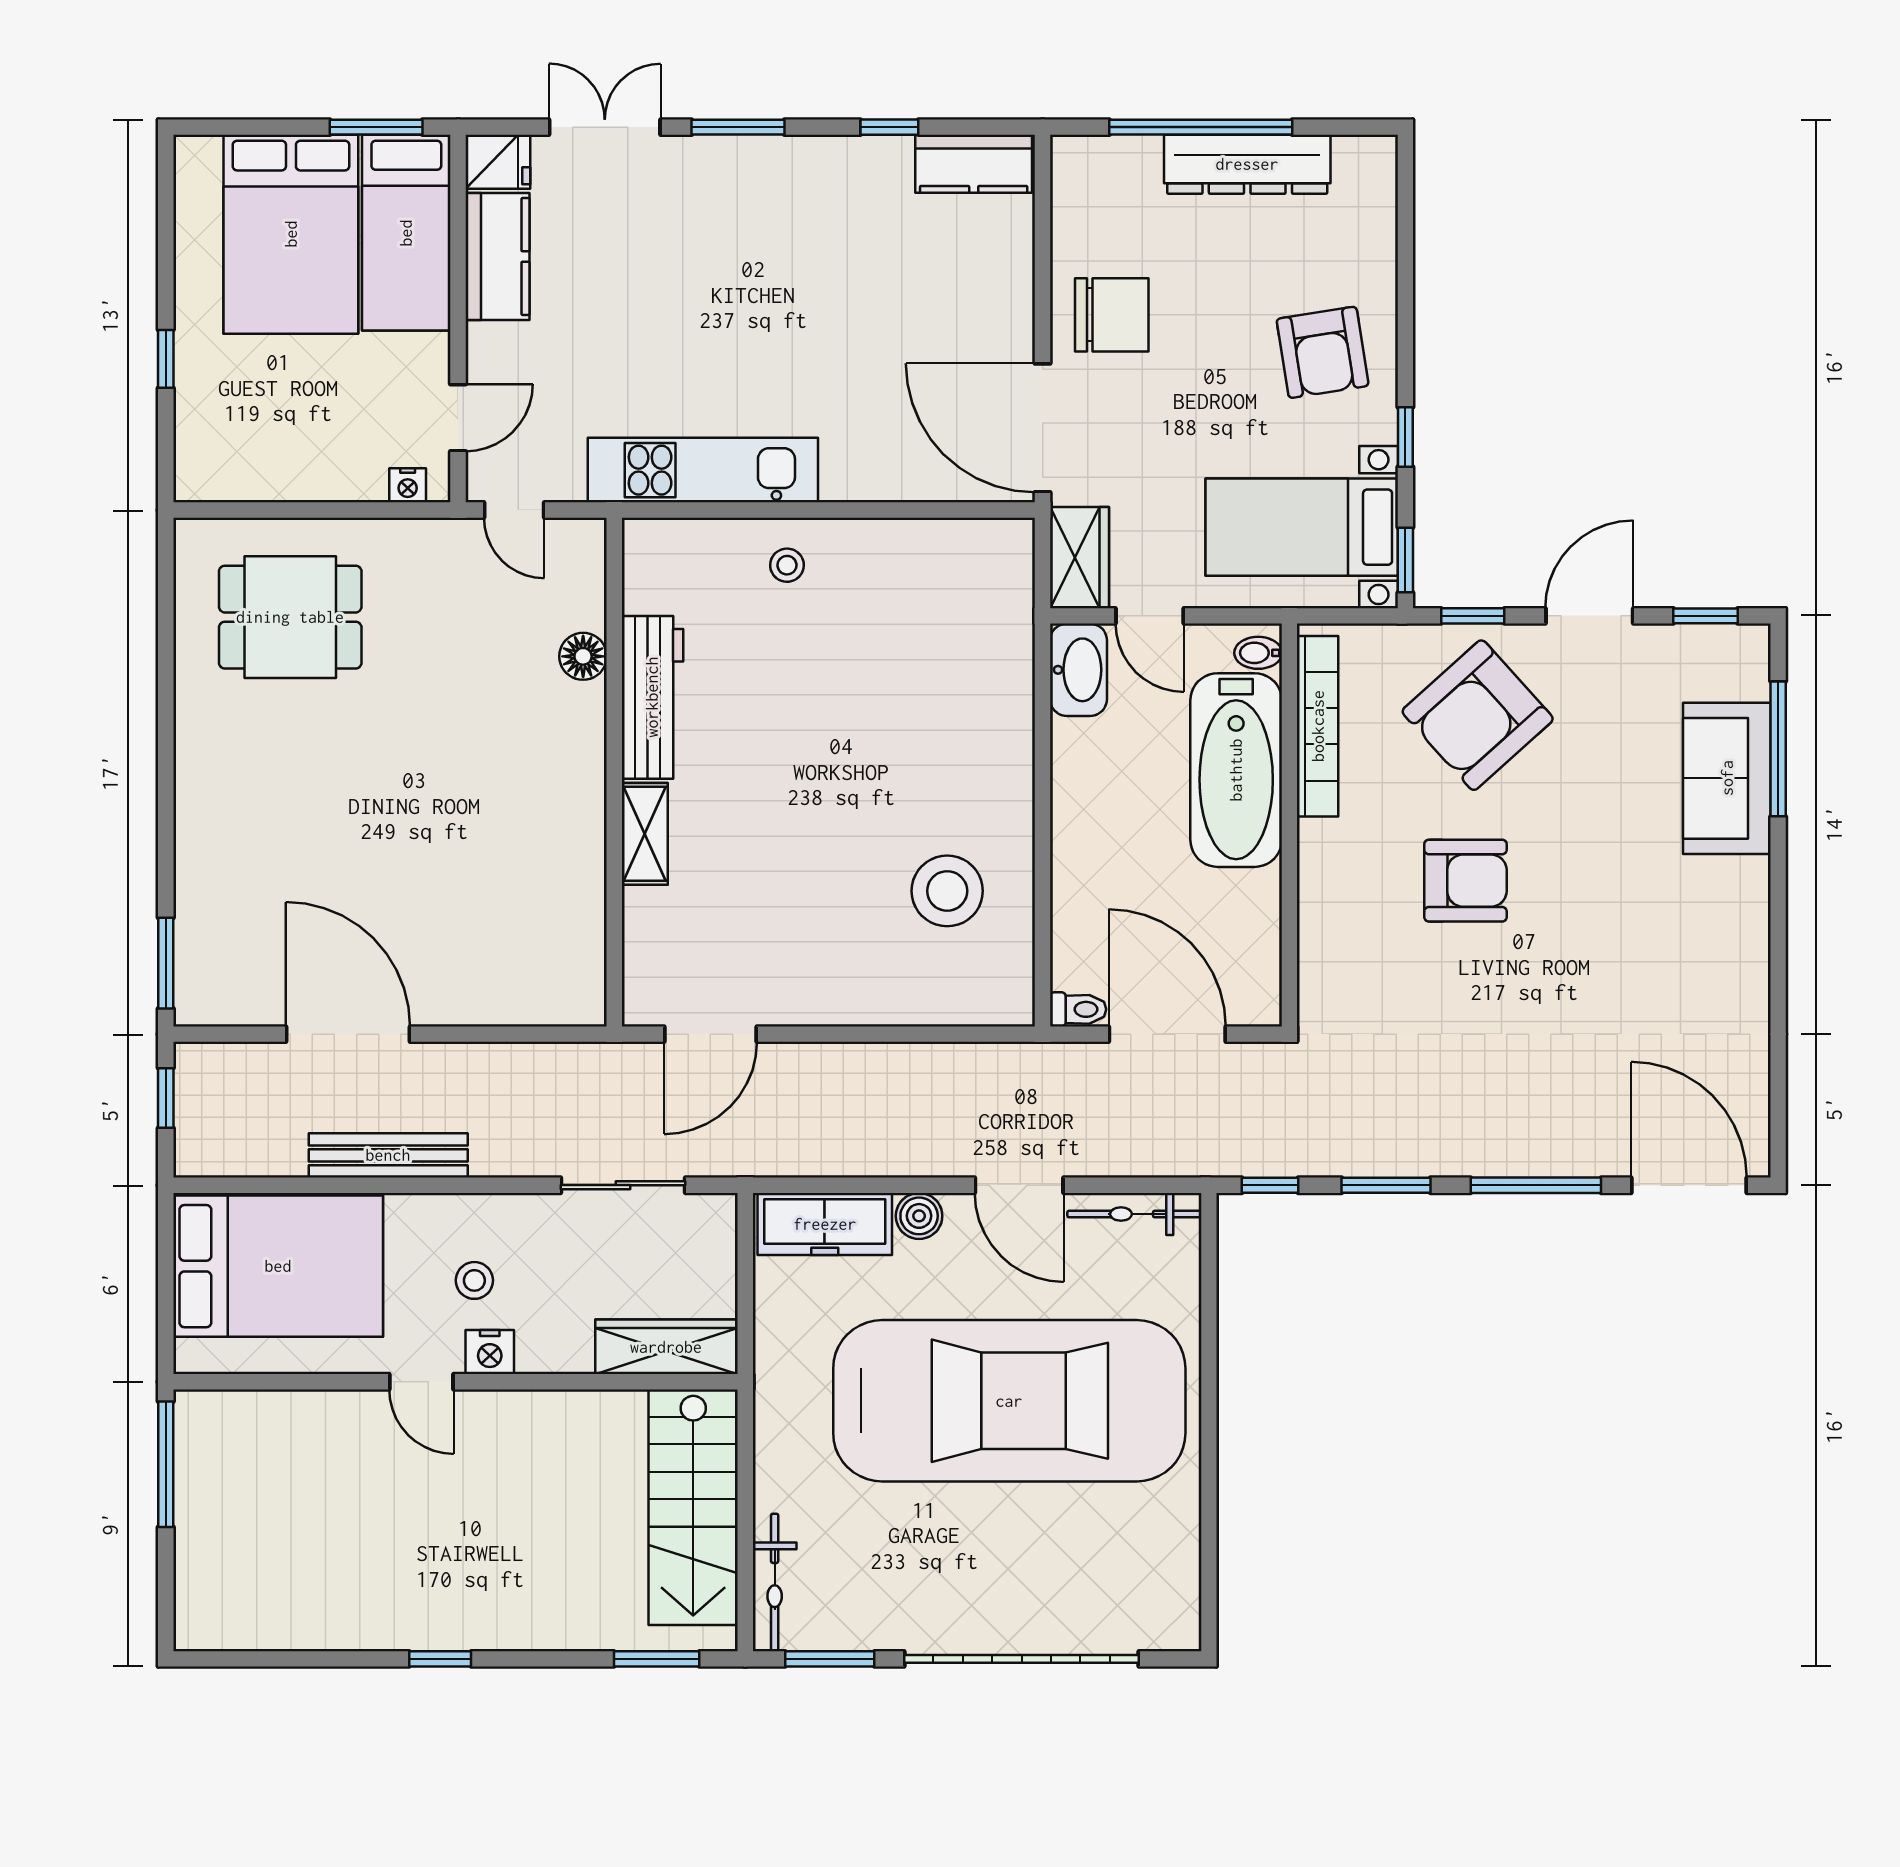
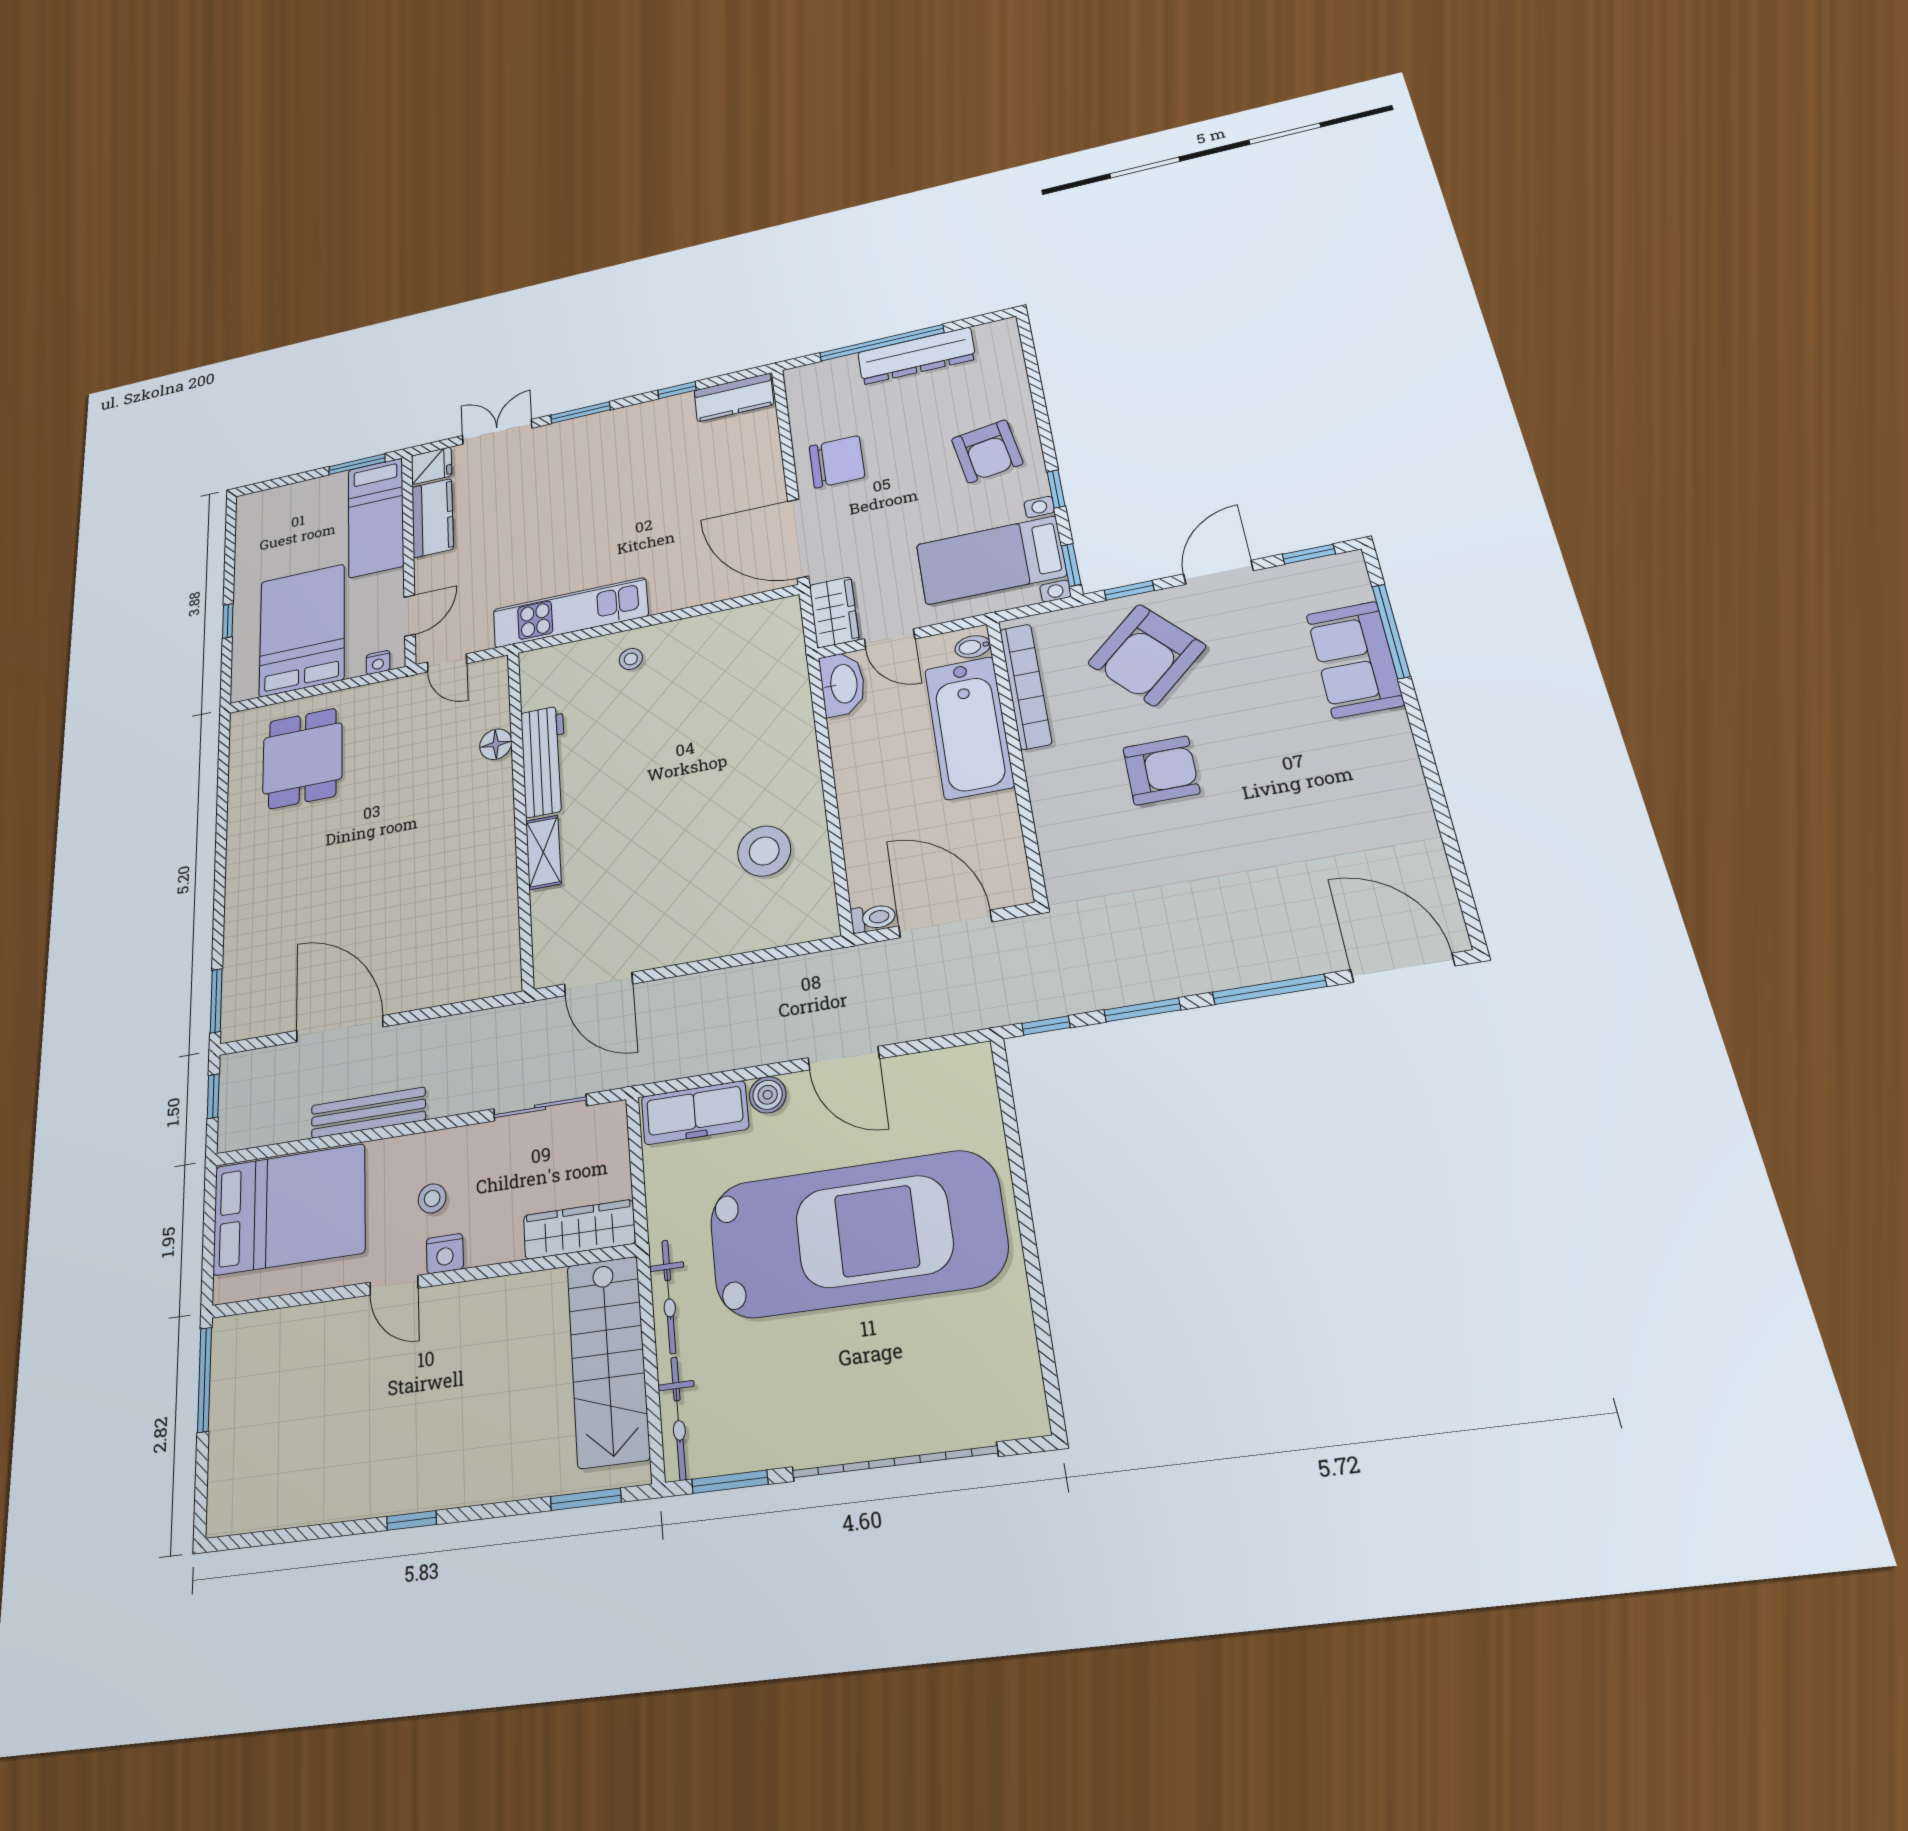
bed: (291, 234) -> (302, 630), moved, turned 180
dining table: (290, 617) -> (303, 758), turned 90
door: (711, 1034) -> (598, 984), hinge flipped
bicycle: (1134, 1214) -> (669, 1297), moved, turned -90

